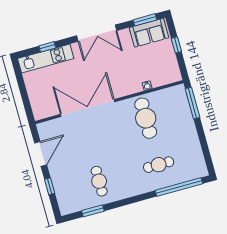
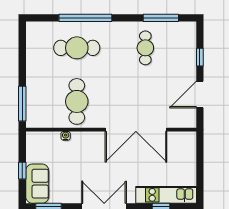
sofa: (149, 33) -> (37, 184), moved, turned 90
cafe table: (159, 165) -> (77, 48), width x1.37, depth x1.35
window: (179, 187) -> (85, 18), moved
window: (93, 211) -> (161, 18), width x1.44

